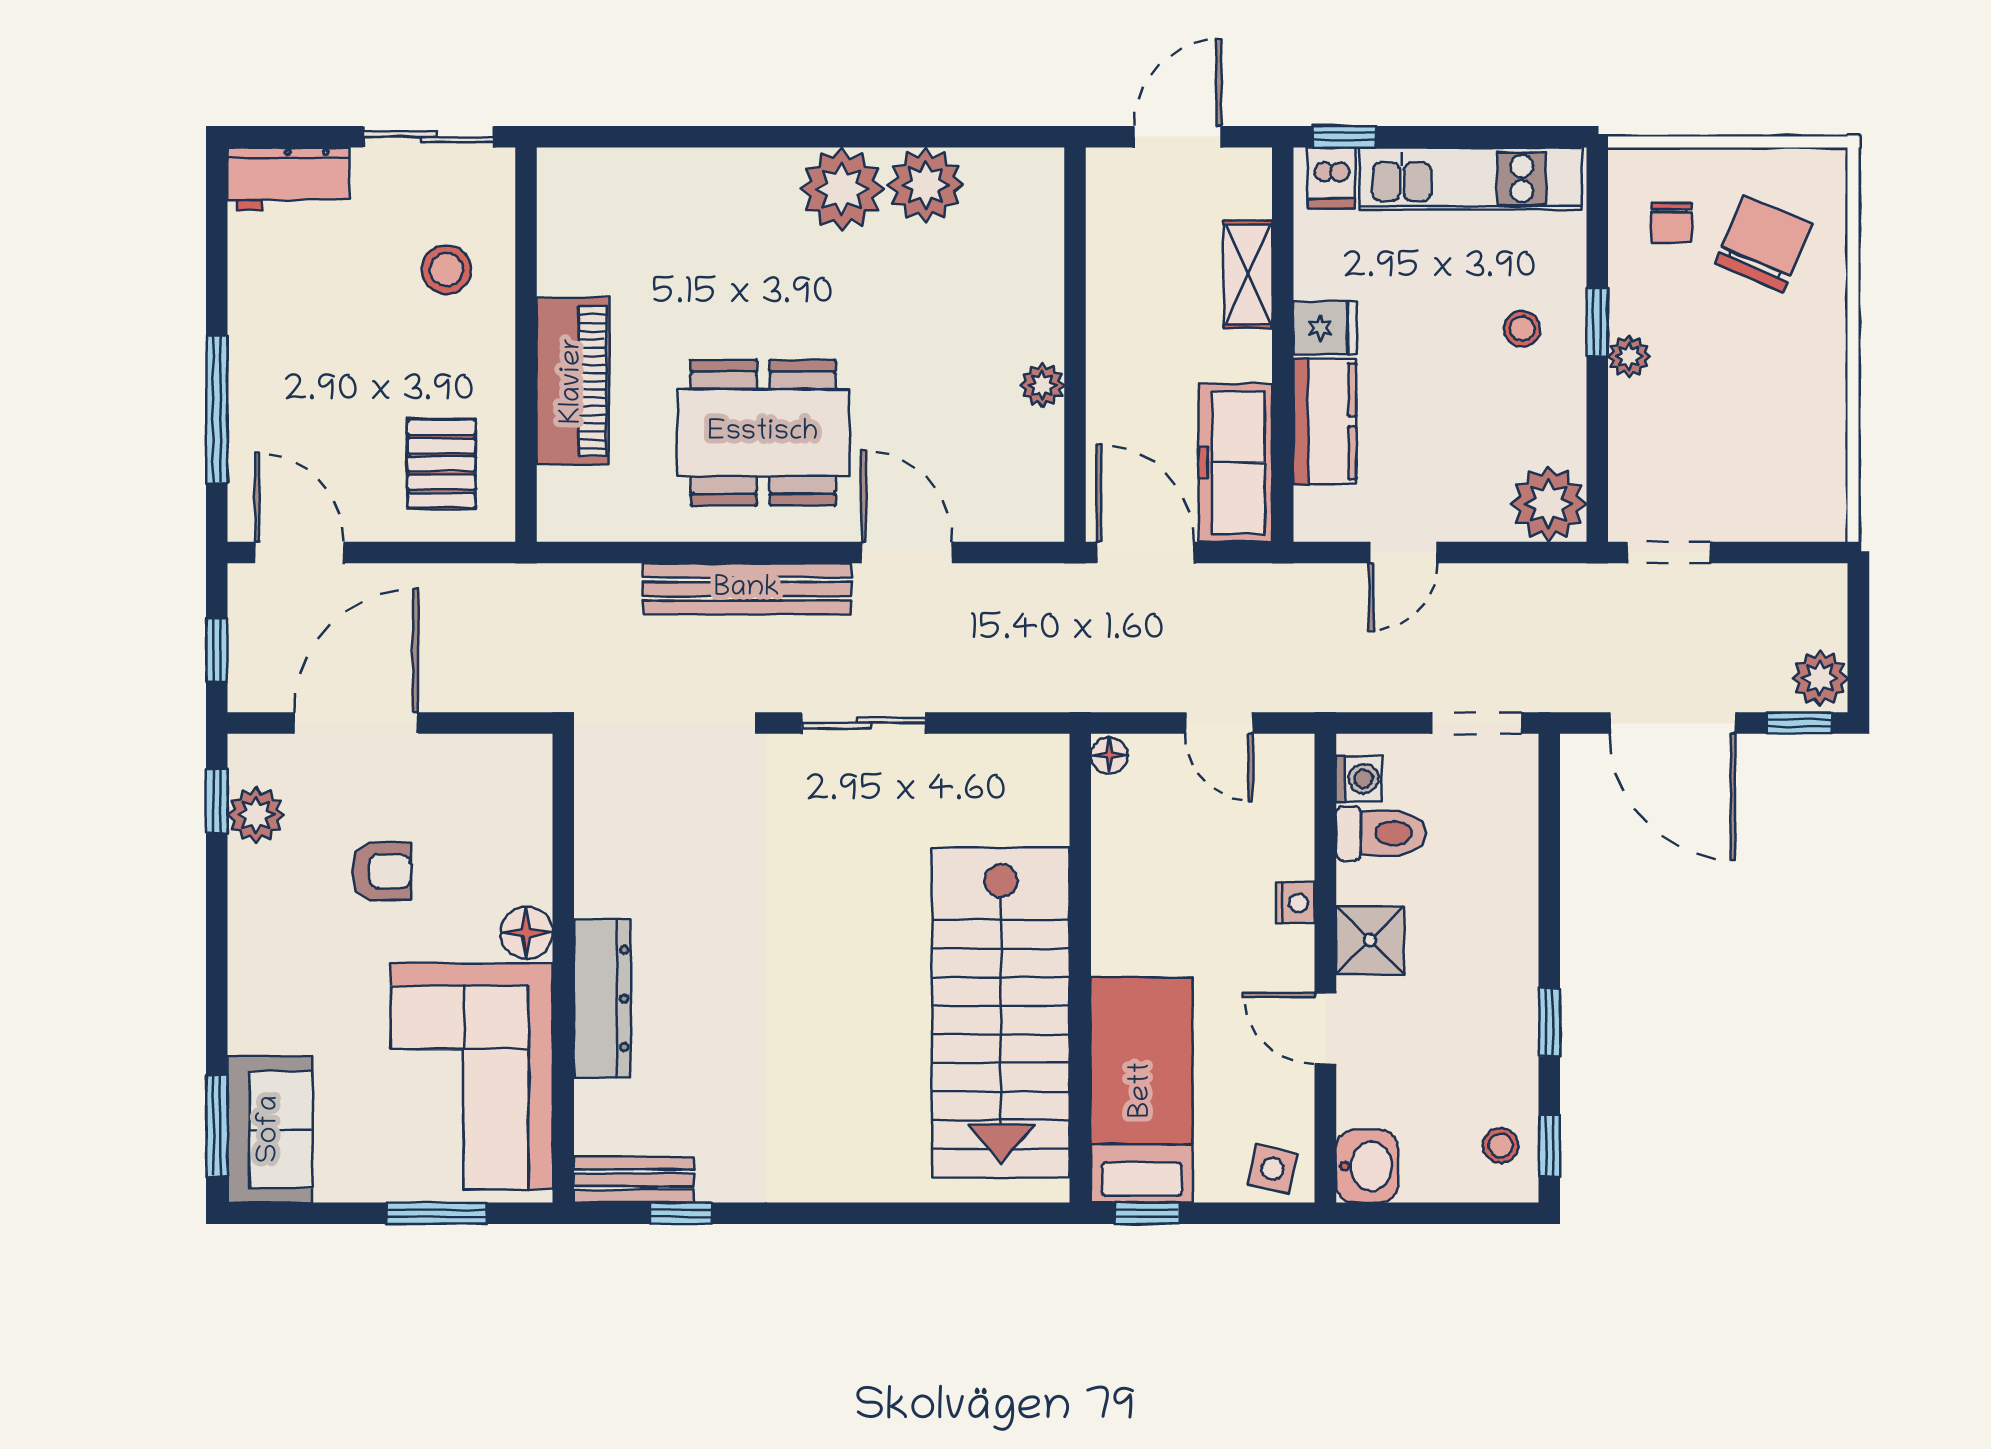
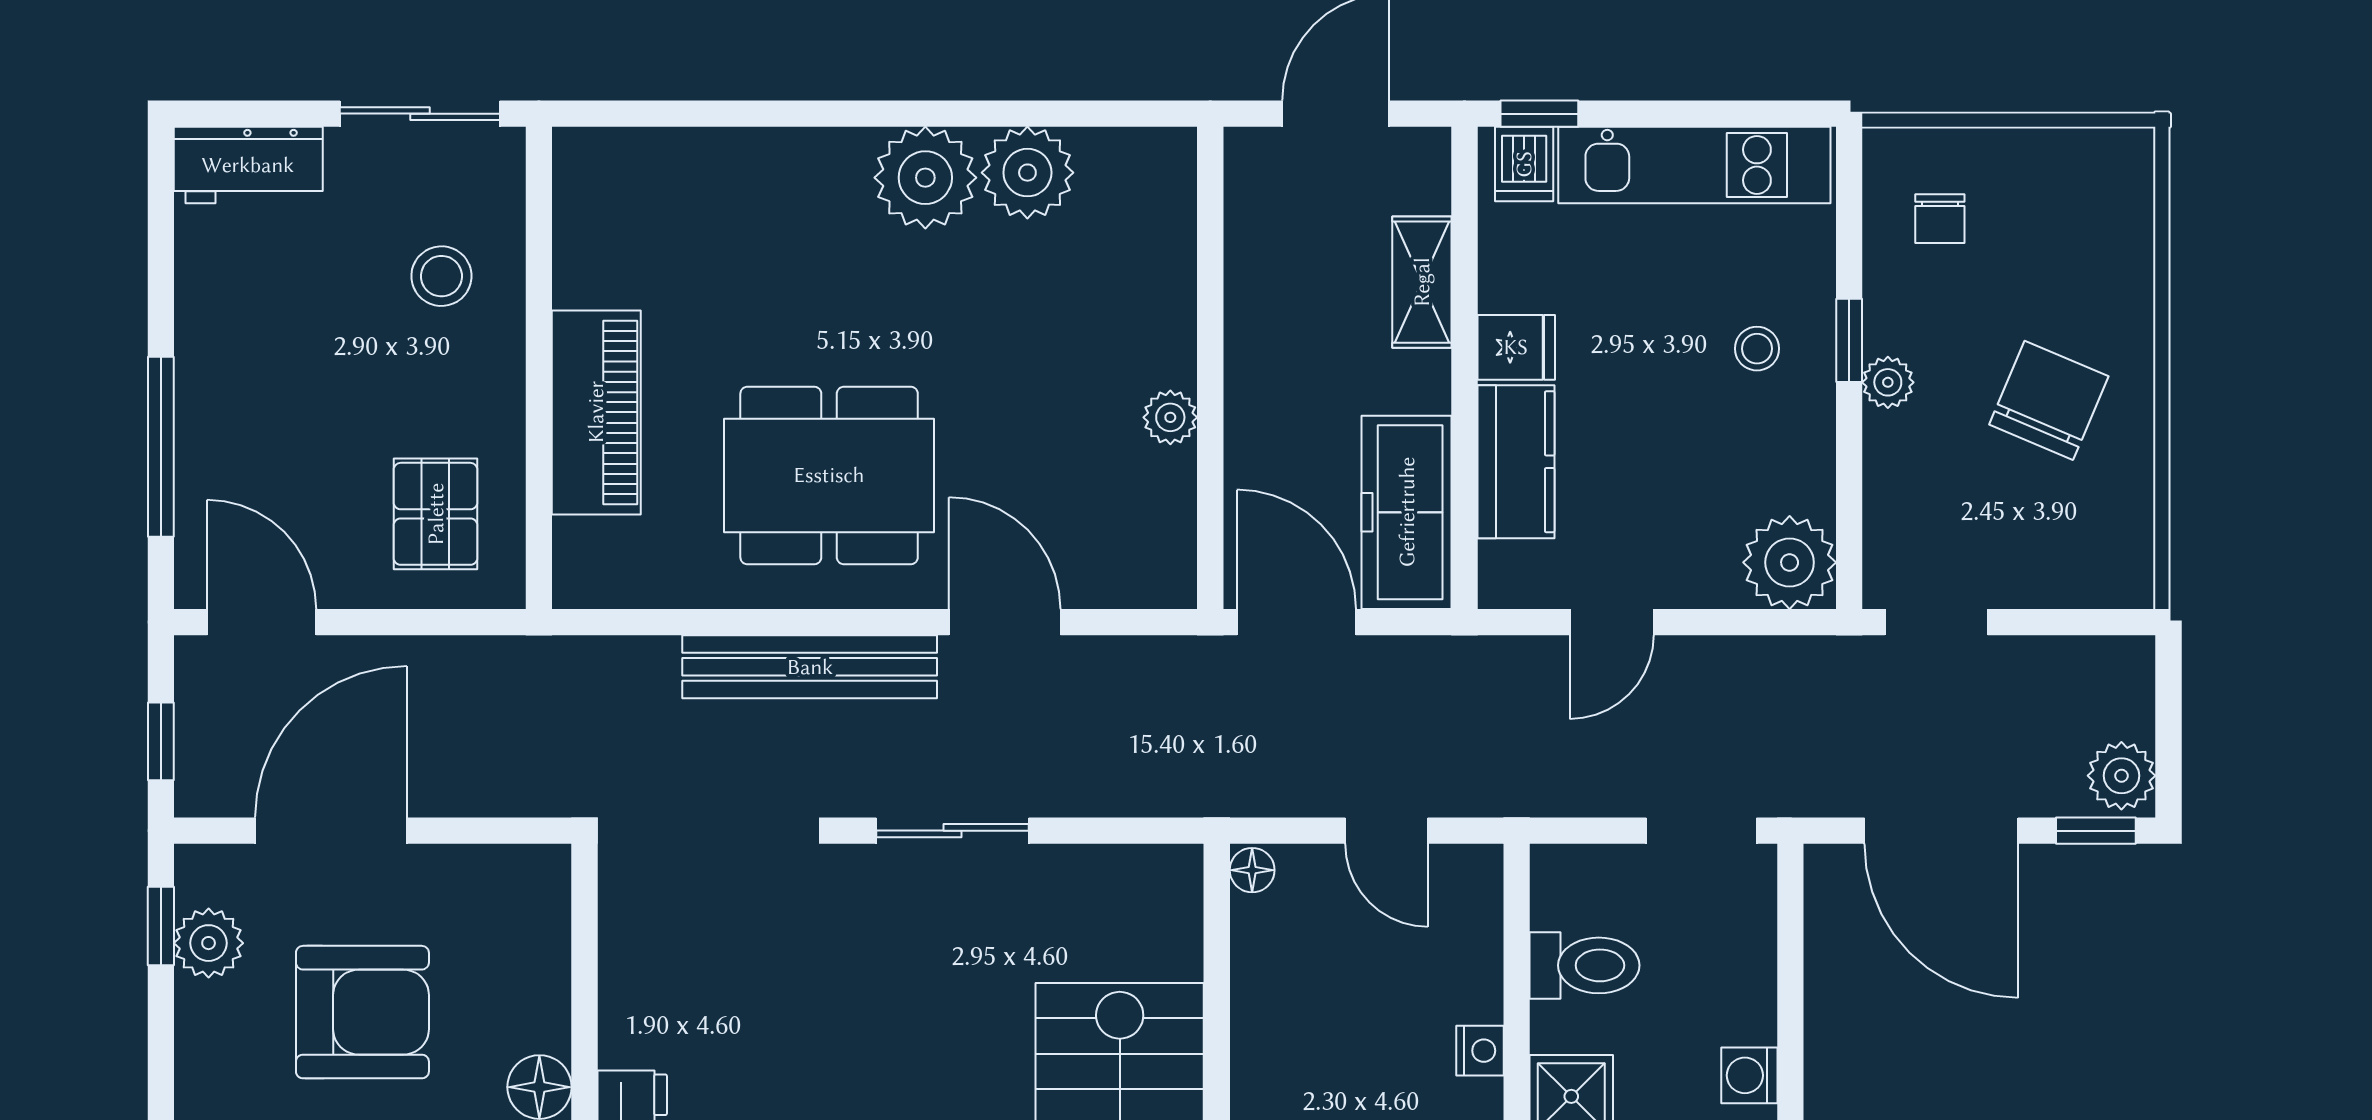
chair: (1763, 244) -> (2049, 400), moved
washing machine: (1359, 779) -> (1749, 1075), moved, turned 180
armchair: (382, 871) -> (362, 1012), width x1.88, depth x1.88

